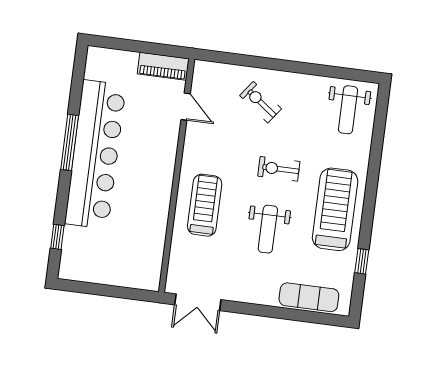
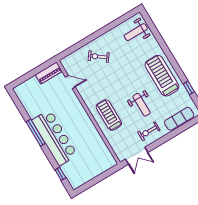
weight bench: (348, 110) -> (136, 32), turned 90
bar counter: (95, 154) -> (55, 138), width x0.73
exercise bike: (279, 169) -> (149, 131), moved

